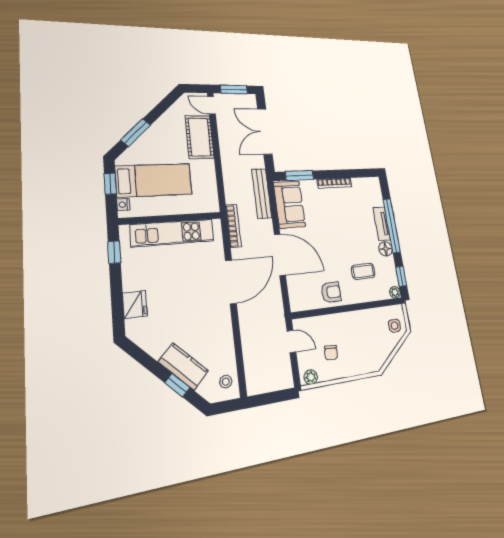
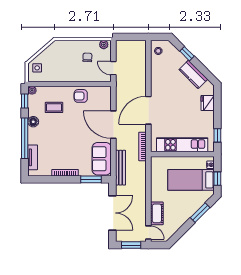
cot: (200, 137) -> (157, 213), width x0.73, depth x0.75
tv unit: (382, 224) -> (33, 157), moved
kitchen counter: (183, 366) -> (193, 74), moved

